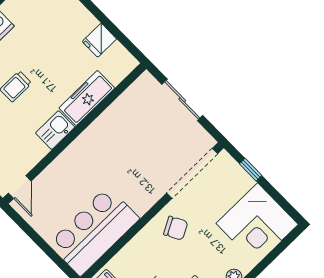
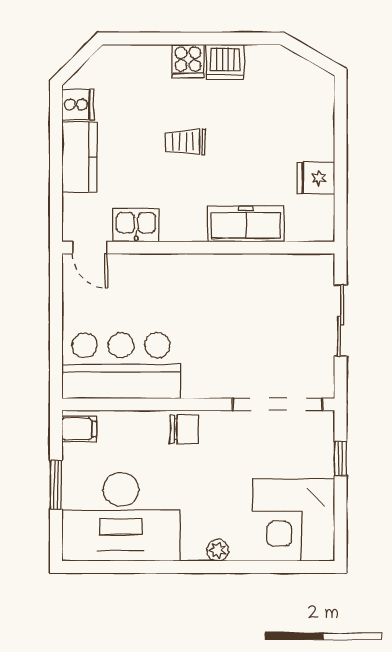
kitchen sink: (55, 130) -> (136, 225), moved
door: (20, 187) -> (90, 248), hinge flipped
chair: (176, 228) -> (184, 429), moved, turned -62

